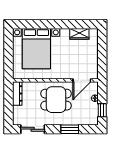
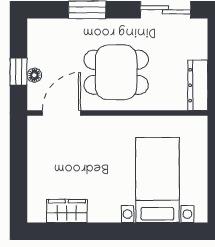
bed with nightstands: (36, 49) -> (157, 180), width x0.73
window: (102, 110) -> (19, 72), moved

